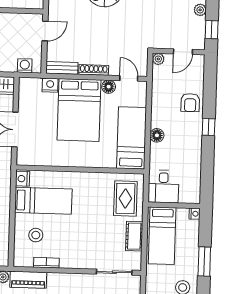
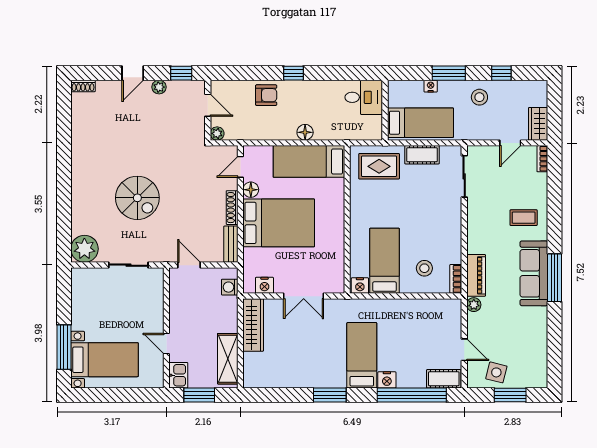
nightstand: (50, 85) -> (264, 285), moved, turned -90
desk: (163, 186) -> (364, 97), moved
nightstand: (195, 214) -> (431, 86), moved
bookcase: (46, 263) -> (456, 279), moved

